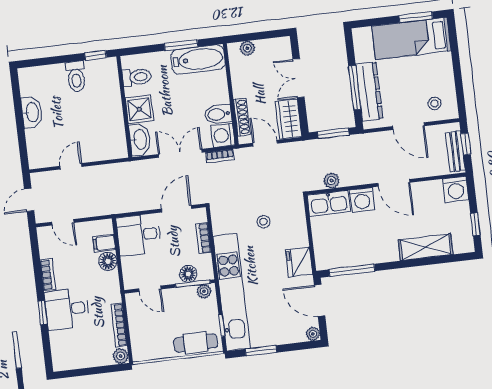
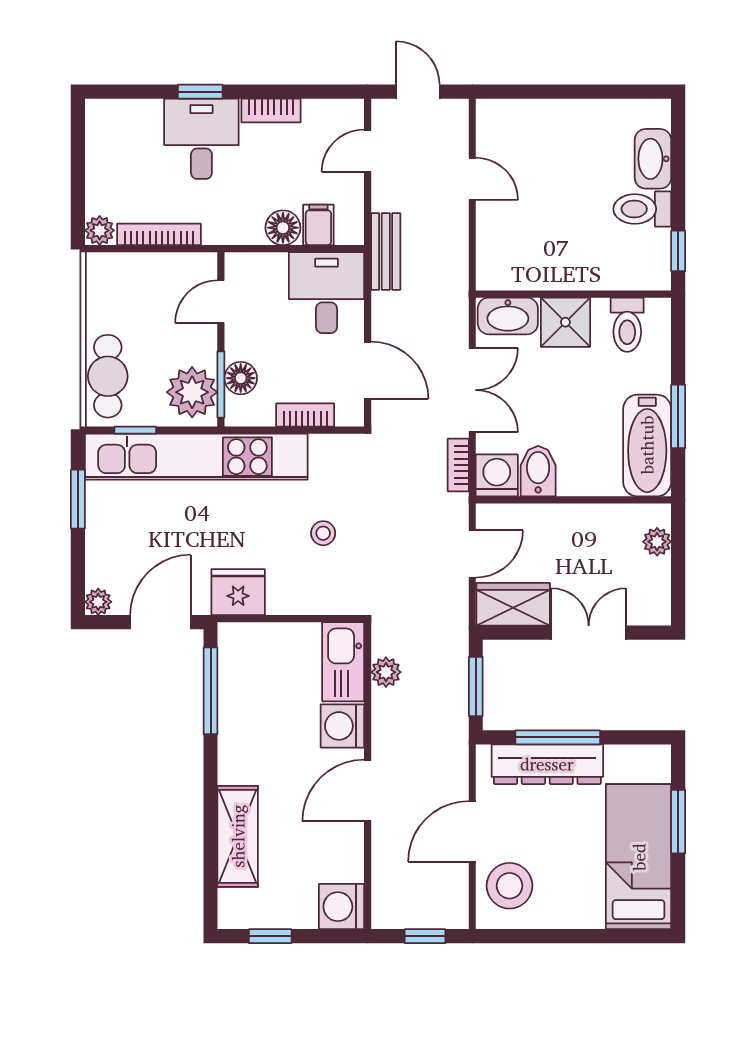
window: (416, 17) -> (678, 822), moved
stool: (434, 103) -> (510, 886), width x1.89, depth x1.89
washbasin: (32, 112) -> (653, 159), moved, turned 90
shoe rack: (242, 117) -> (527, 516), removed
bench: (455, 151) -> (386, 252), moved, turned 90
plant: (204, 291) -> (192, 392), width x1.88, depth x1.88

